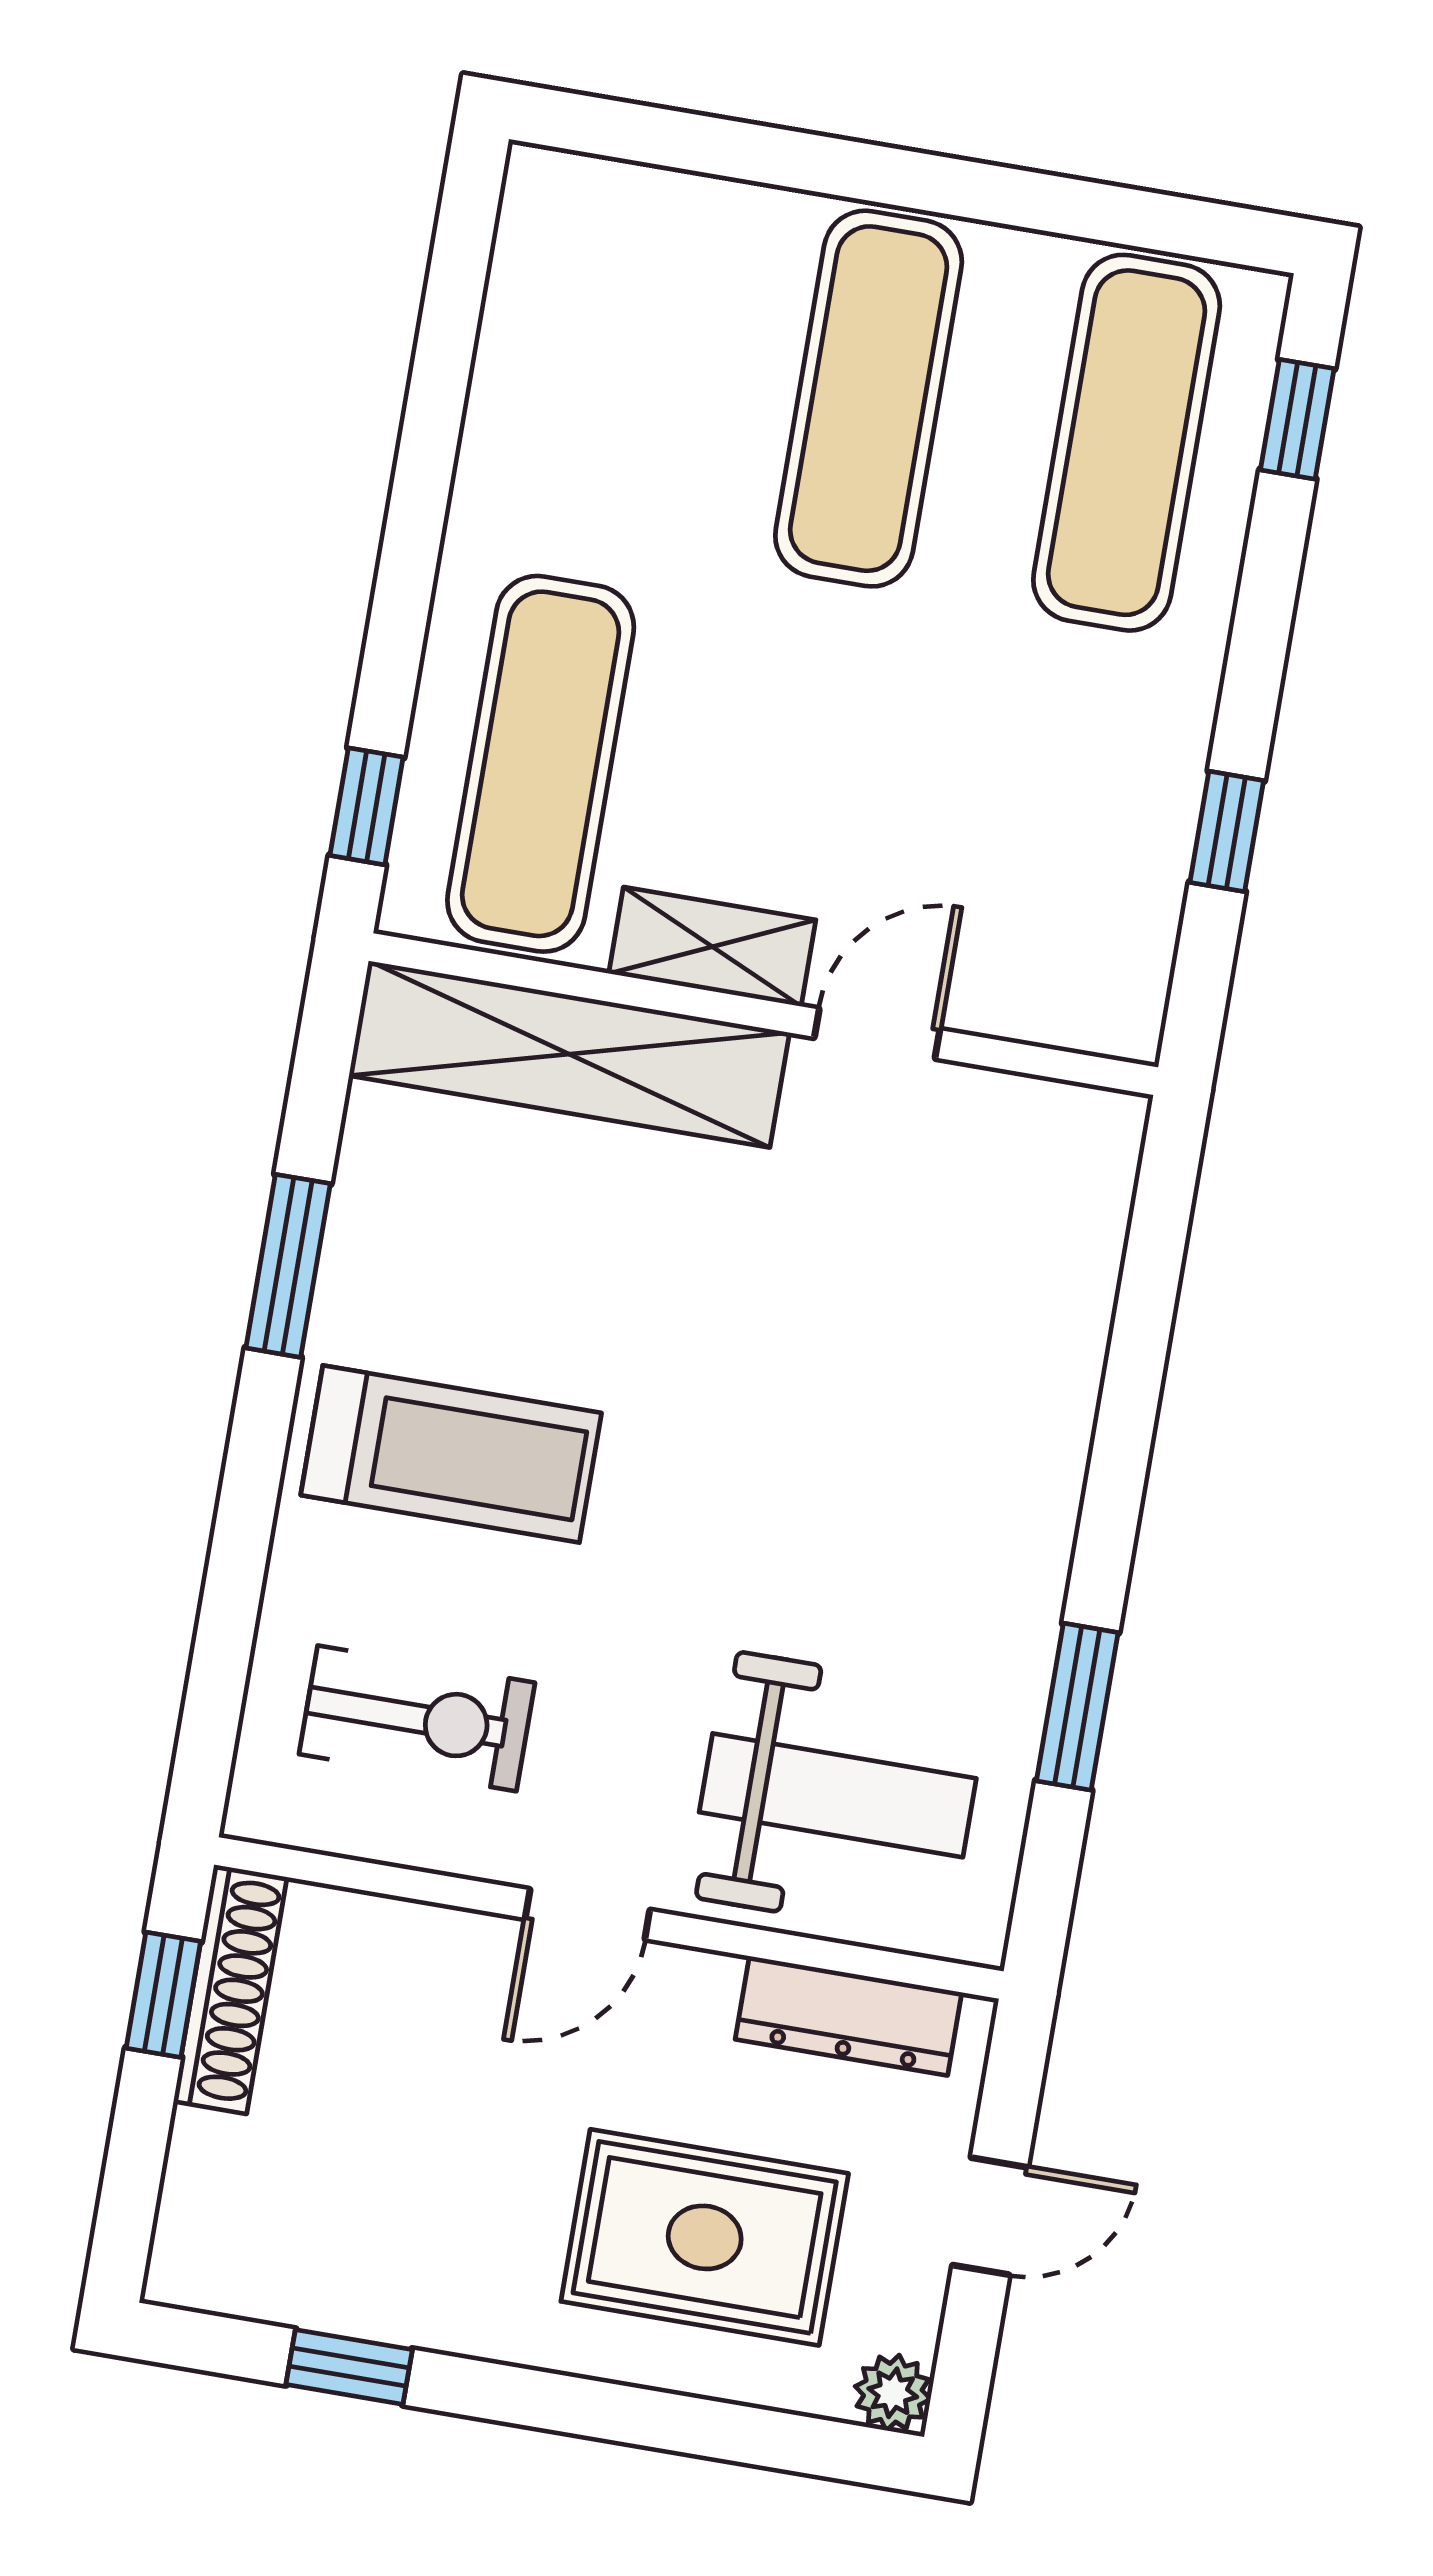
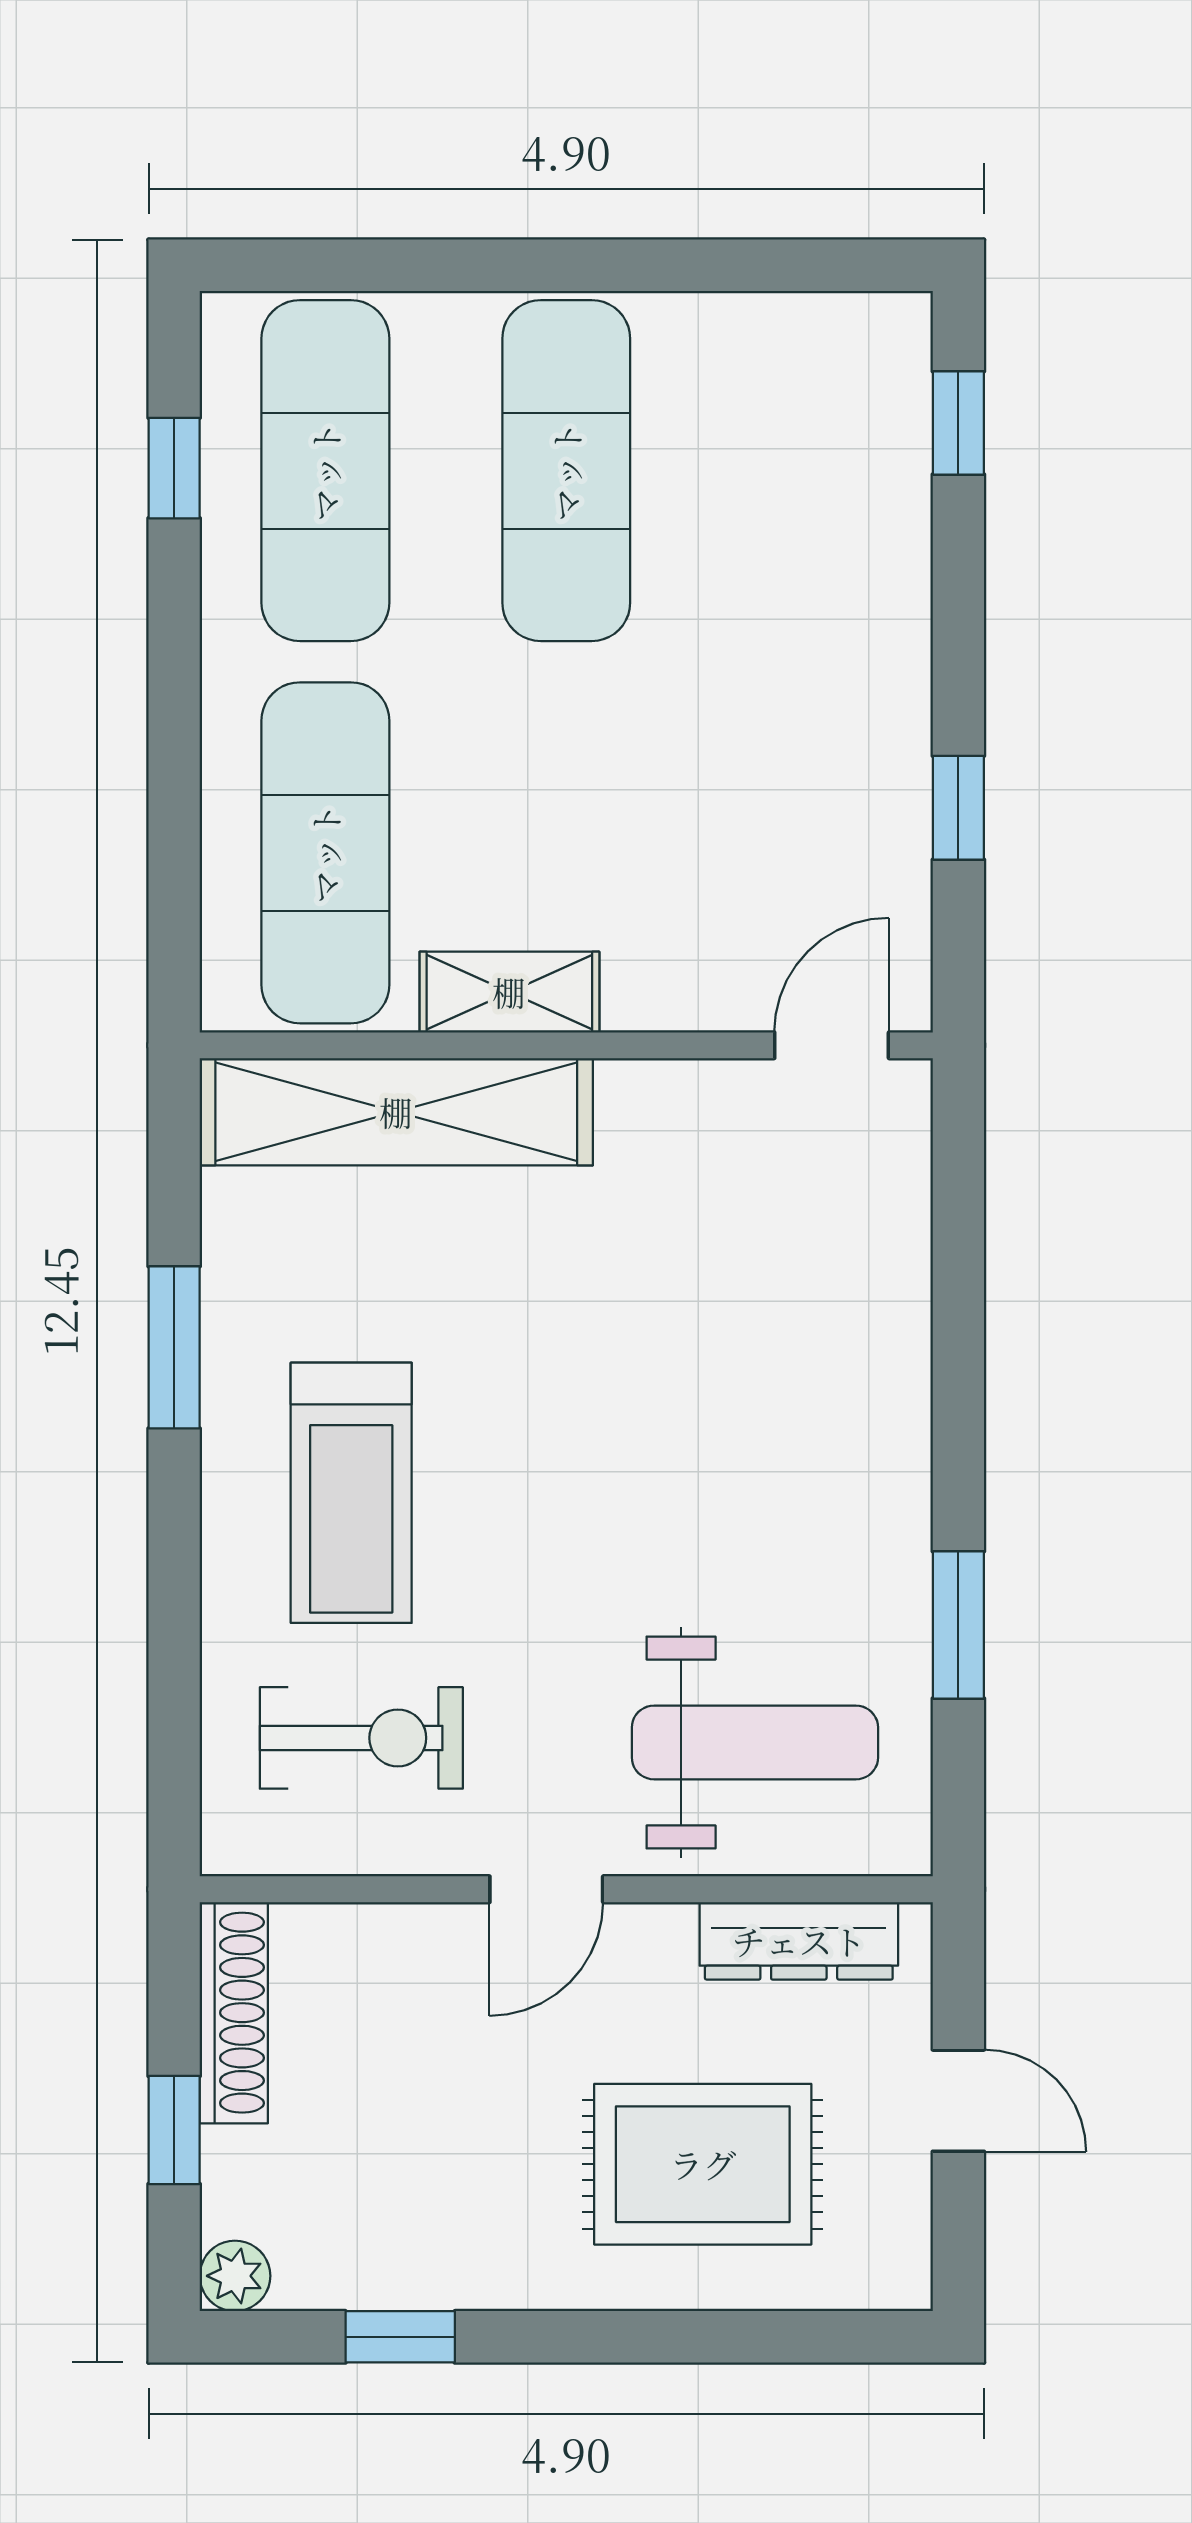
exercise mat: (1127, 443) -> (325, 471), moved
window: (367, 806) -> (174, 468), moved
door: (877, 1034) -> (832, 1045), moved
treadmill: (451, 1454) -> (351, 1493), turned 90
window: (163, 1995) -> (174, 2130), moved
door: (990, 2216) -> (958, 2101), hinge flipped
plant: (893, 2393) -> (235, 2276), moved

